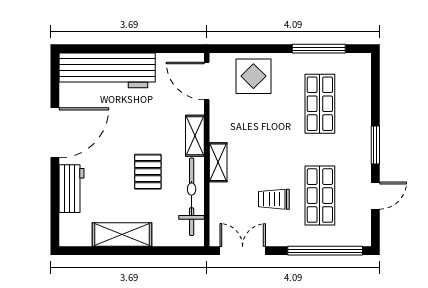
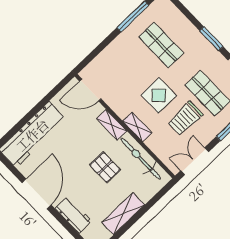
display table: (253, 76) -> (159, 95), moved
trolley: (274, 199) -> (185, 118), width x1.36, depth x1.39

